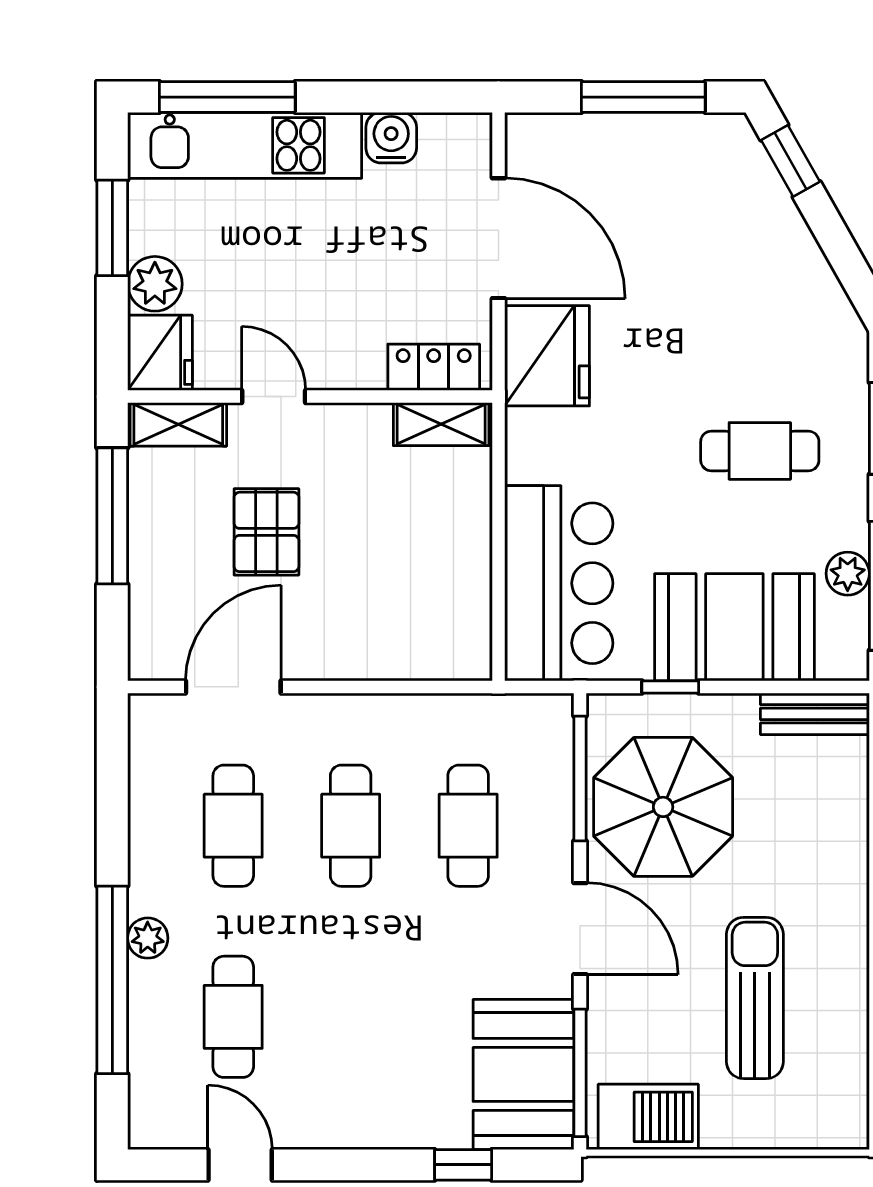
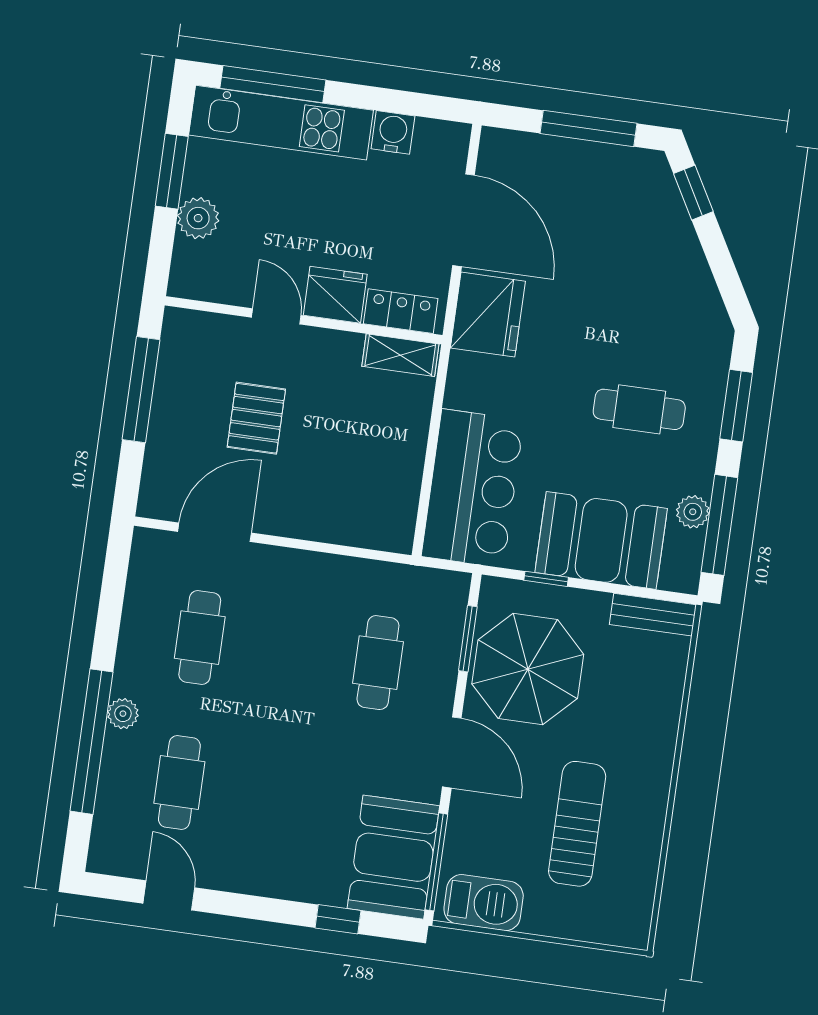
fridge: (160, 353) -> (335, 295), moved, turned -90
shelving: (178, 424) -> (201, 327), removed
window: (580, 779) -> (468, 639), width x0.69
cafe table: (351, 826) -> (289, 650), removed

